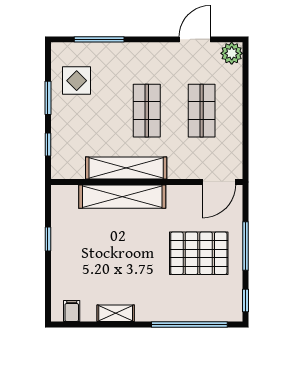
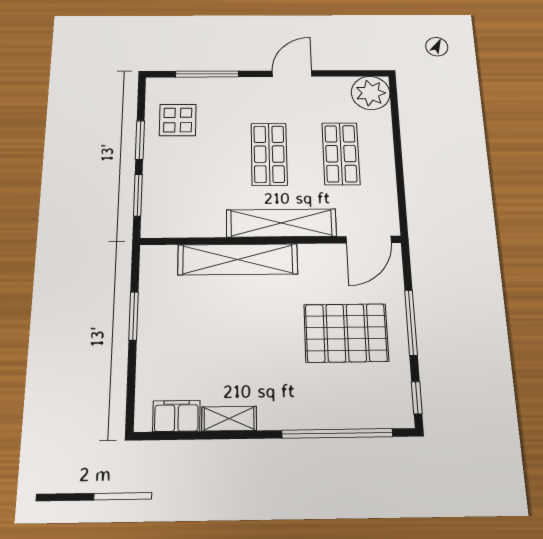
door: (195, 39) -> (292, 74), moved
plant: (232, 53) -> (371, 93), width x1.36, depth x1.36
window: (48, 144) -> (138, 195), width x1.50
shelving: (126, 168) -> (281, 223), moved
window: (48, 239) -> (134, 316), width x1.50
filing cabinet: (72, 311) -> (176, 416), width x2.00

